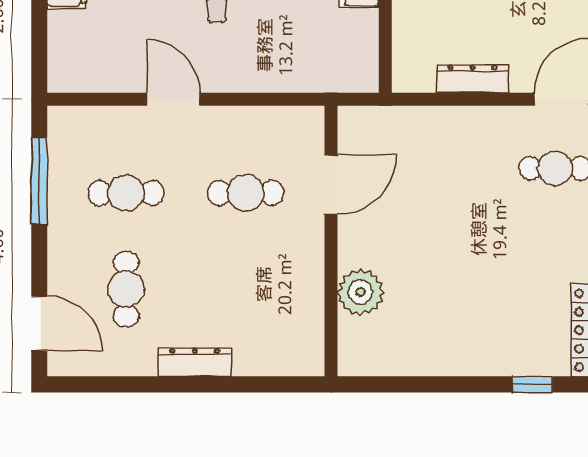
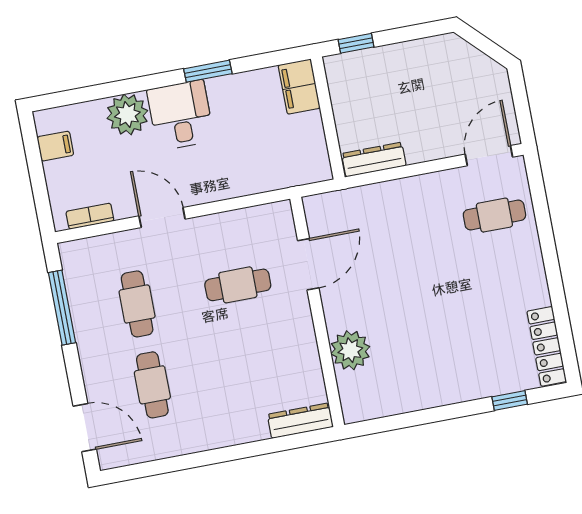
dresser: (473, 79) -> (374, 160), moved
bookcase: (91, 82) -> (90, 216), added
cafe table: (126, 193) -> (137, 304), turned 90
dresser: (195, 362) -> (300, 421), moved

